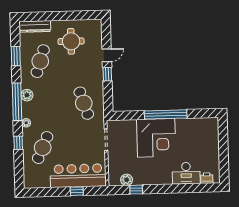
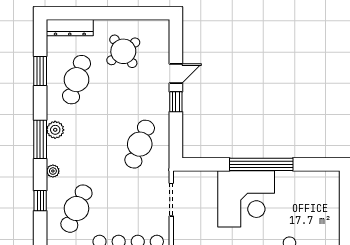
round table: (71, 41) -> (123, 51), turned -37
window: (17, 102) -> (40, 139), width x0.68
cafe table: (84, 103) -> (140, 144), turned 39

